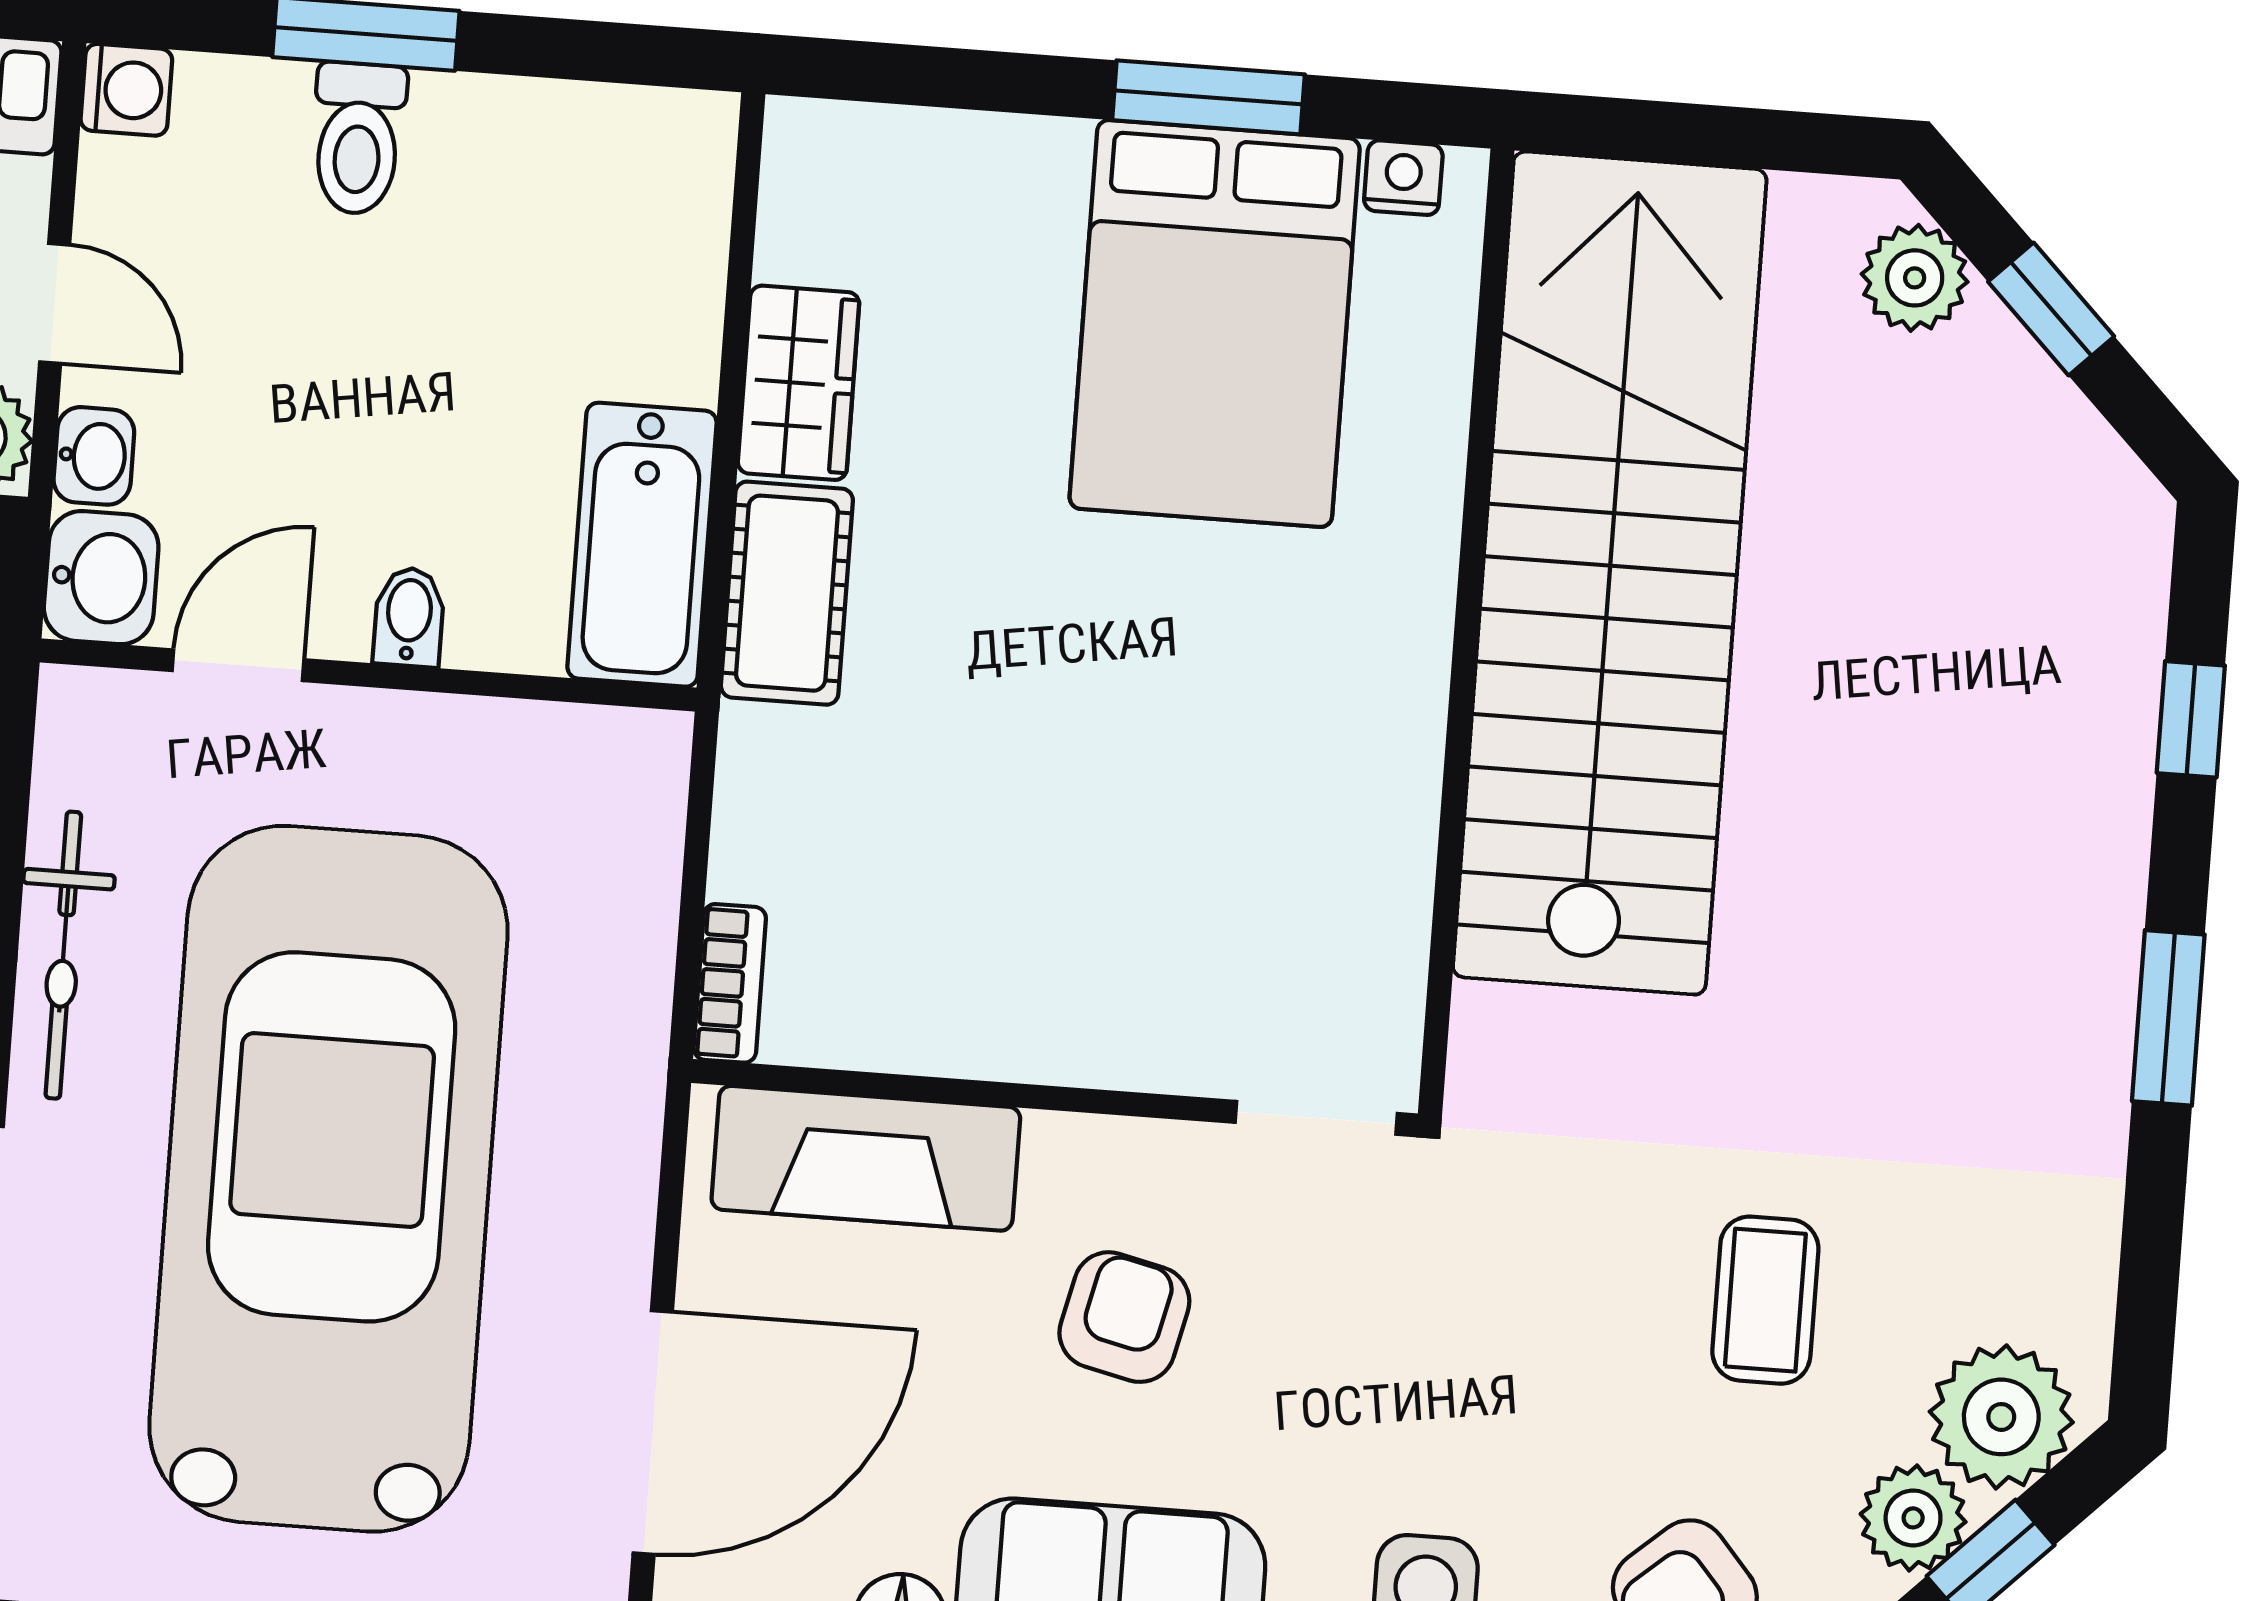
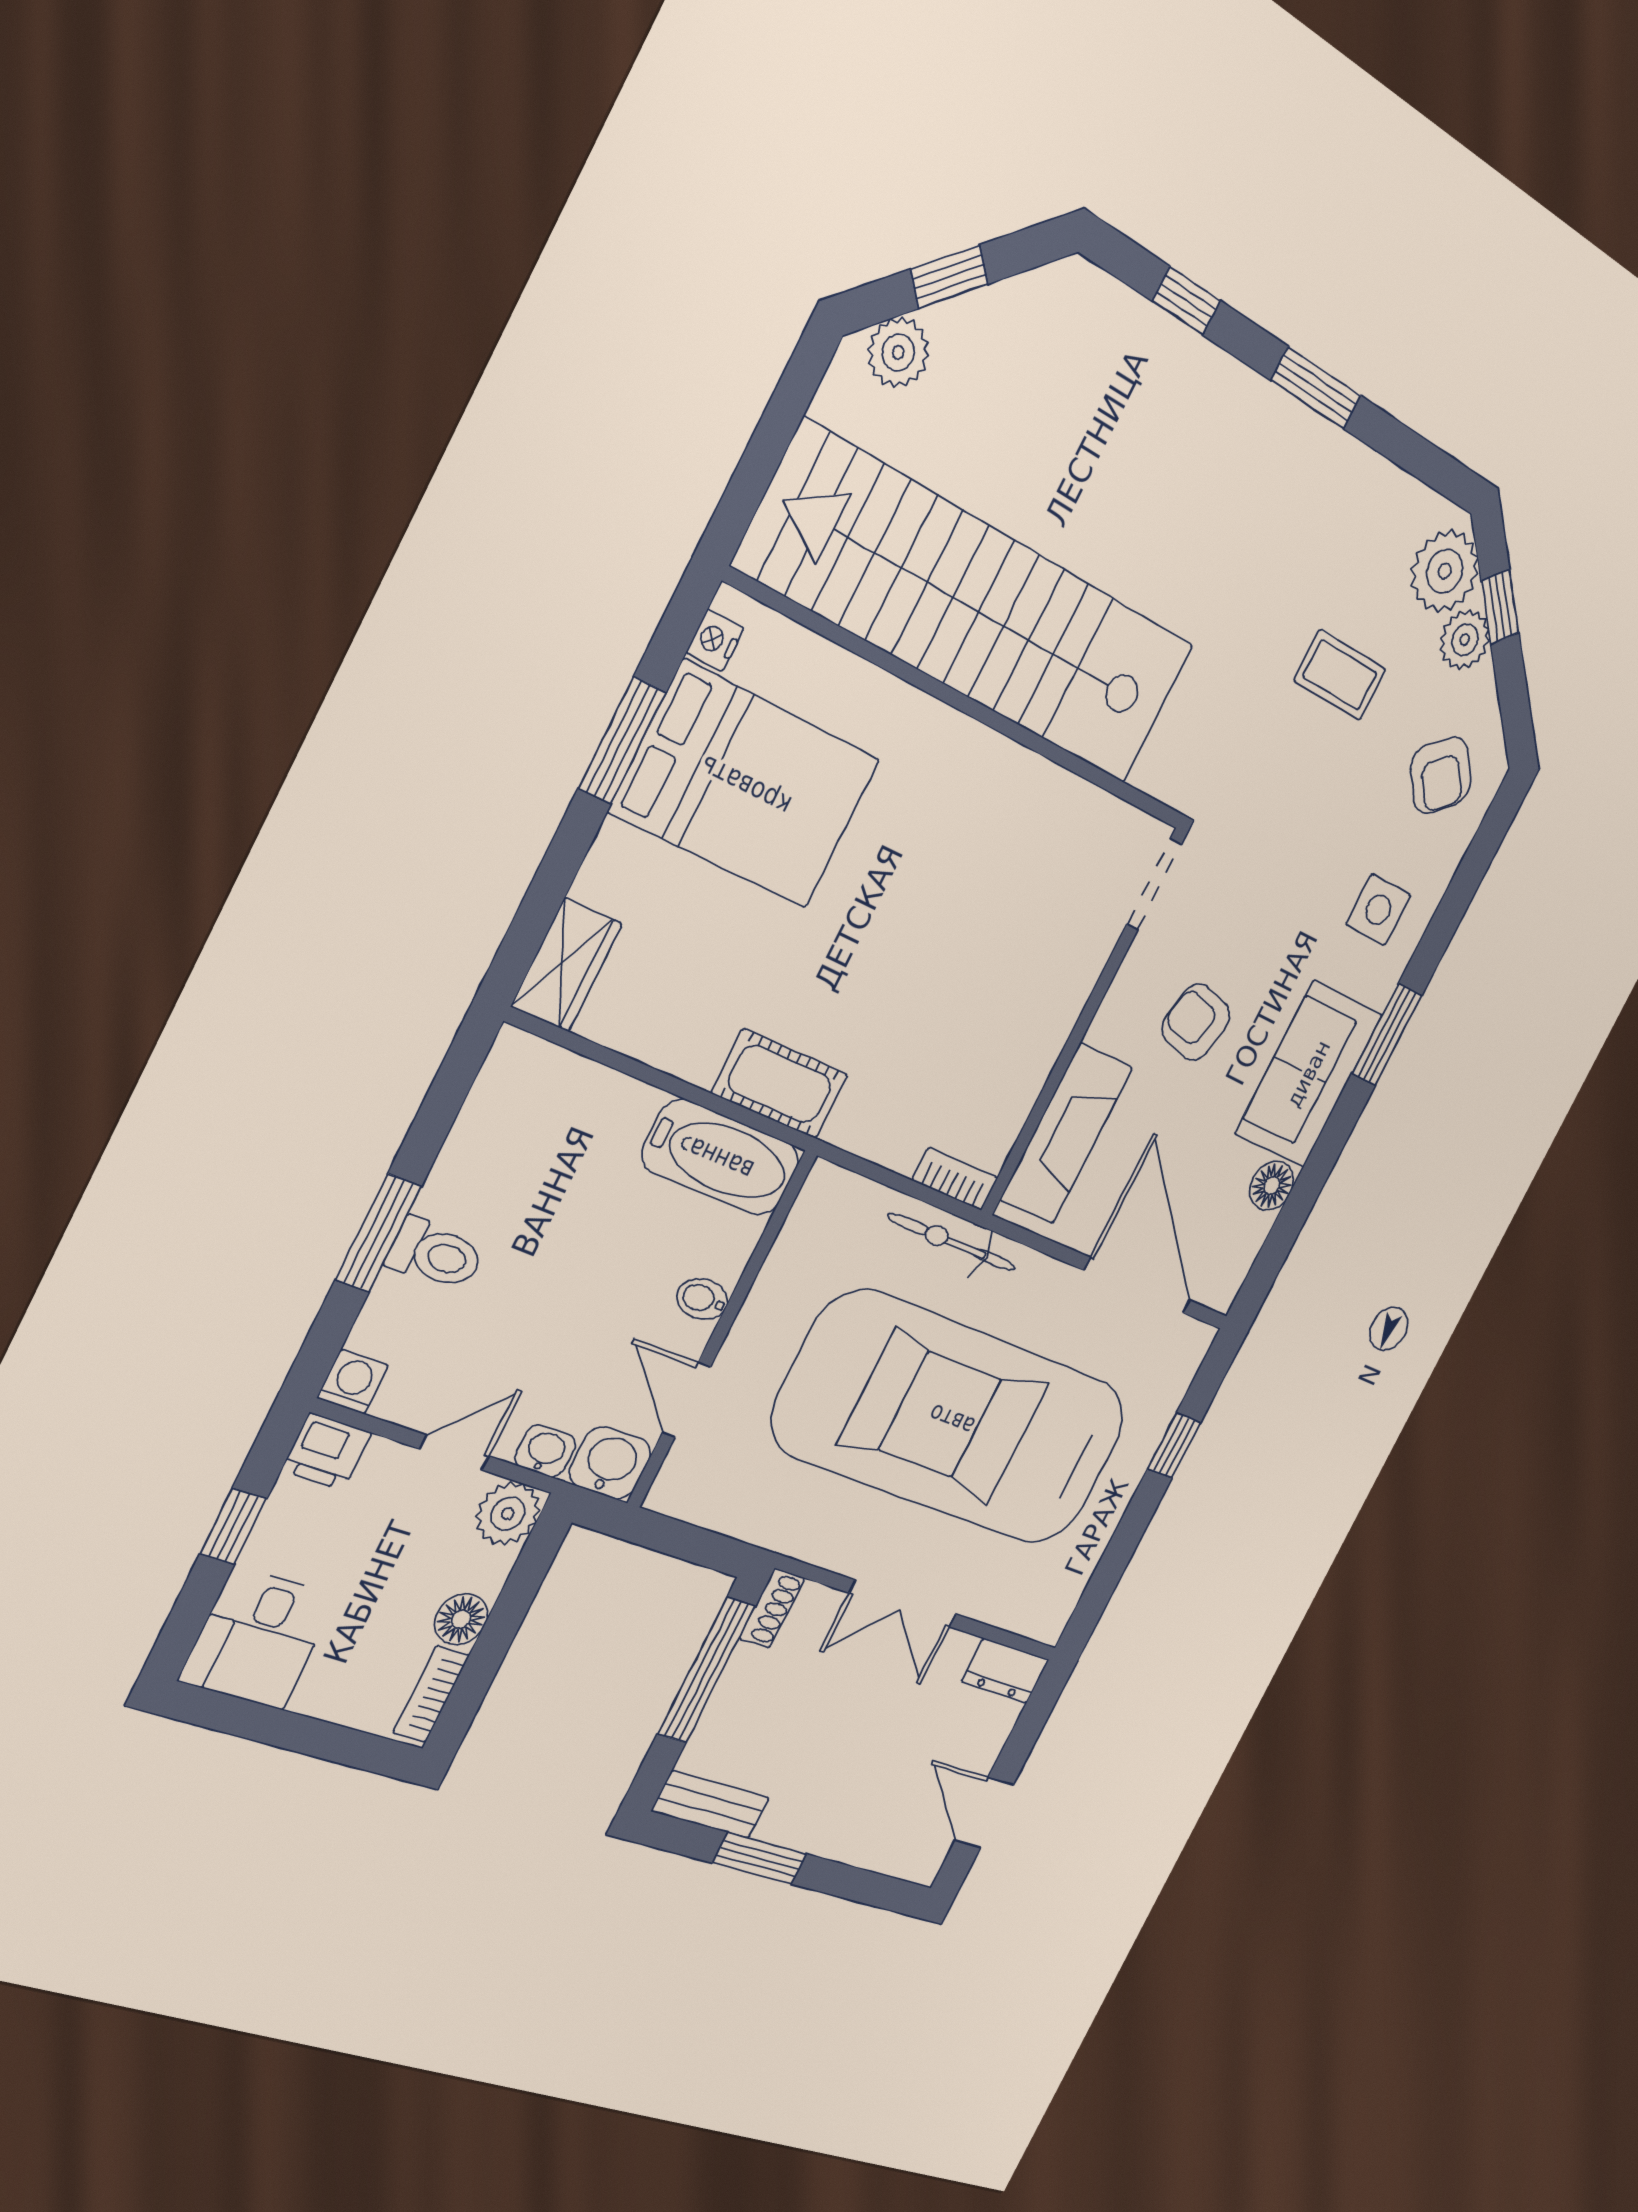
wardrobe: (798, 383) -> (566, 965), moved, turned 90
bicycle: (63, 955) -> (952, 1242), moved, turned 180

